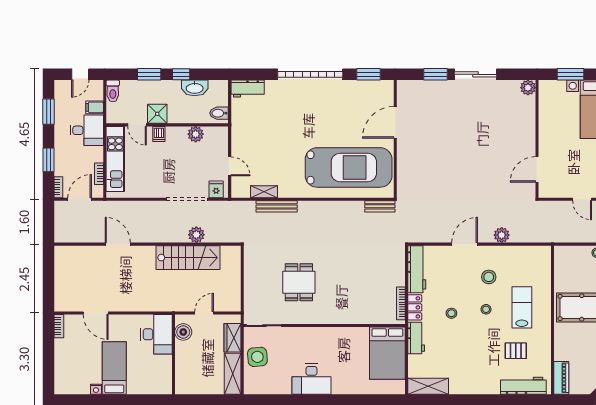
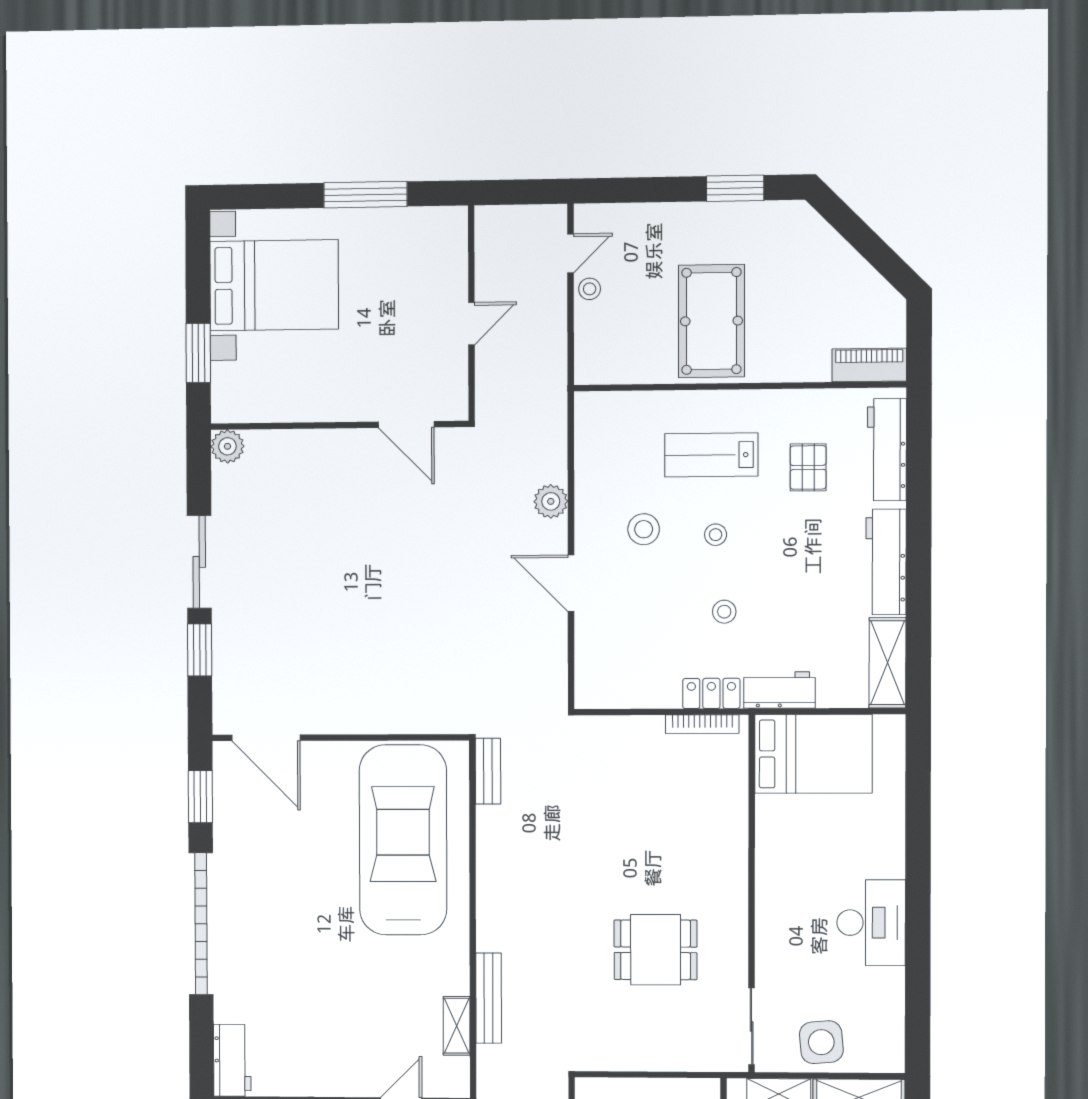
door: (395, 122) -> (266, 738), moved
workbench: (417, 269) -> (886, 562), moved, turned -90

